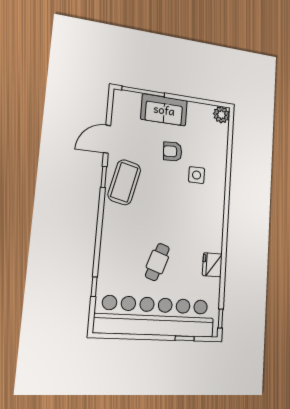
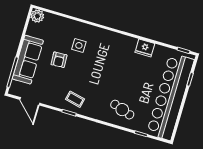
sofa: (164, 110) -> (28, 60), width x1.36
door: (107, 139) -> (30, 101), moved
coffee table: (124, 182) -> (75, 99), width x0.54, depth x0.58
cafe table: (157, 262) -> (122, 110), moved

